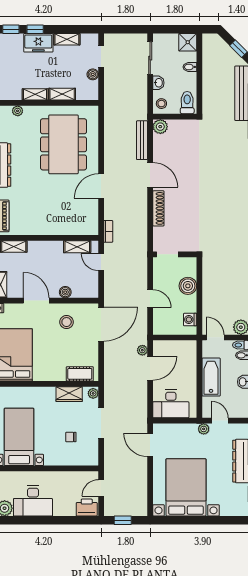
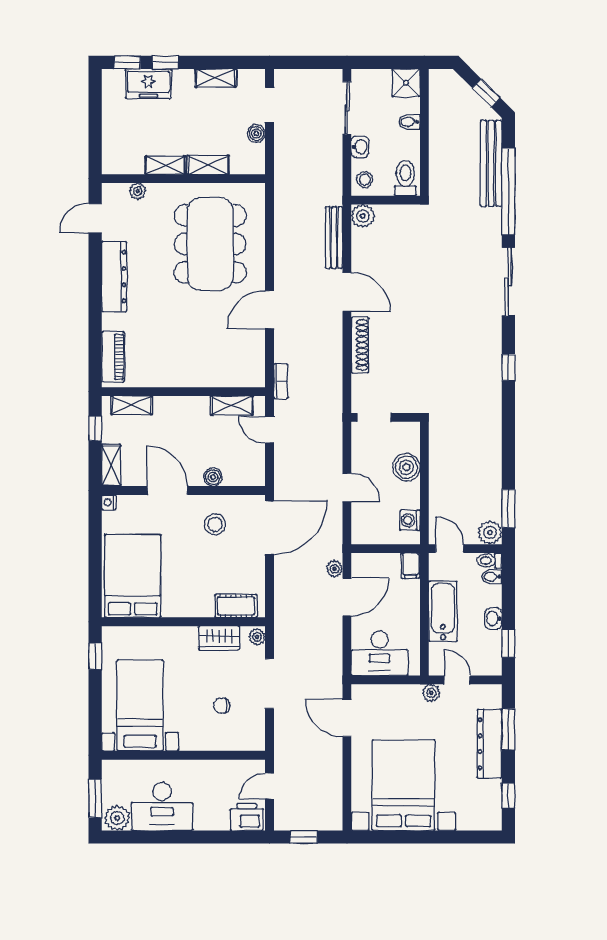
freezer: (38, 43) -> (148, 84), moved
filing cabinet: (191, 348) -> (411, 566), added

